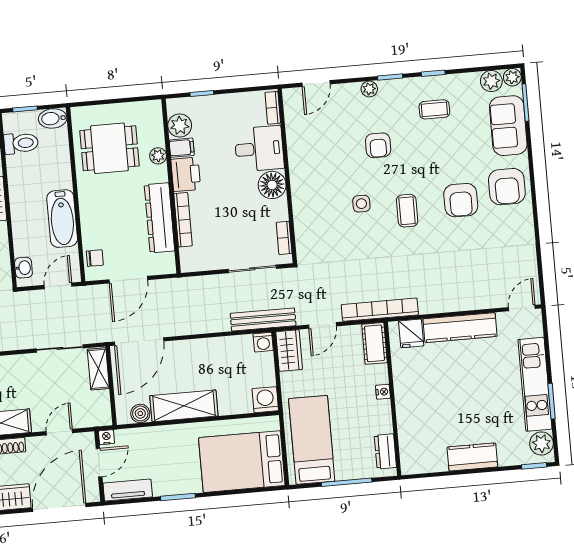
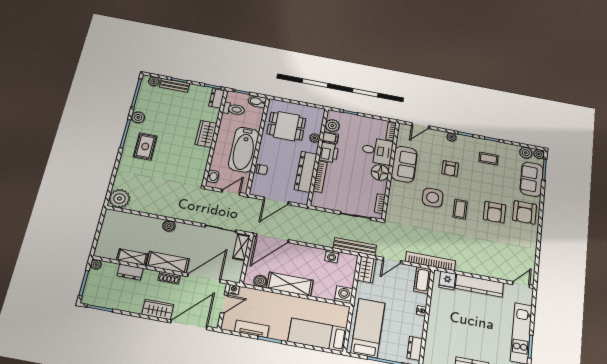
sofa: (306, 159) -> (404, 164), added
side table: (361, 204) -> (433, 198), width x1.87, depth x1.87
bathtub: (62, 219) -> (244, 150), width x1.36, depth x1.36
chair: (95, 258) -> (262, 170), moved
washing machine: (263, 342) -> (332, 256), moved
door: (59, 432) -> (204, 278), width x1.88
bed: (242, 462) -> (317, 335), width x0.67
tv unit: (128, 490) -> (252, 329), moved

